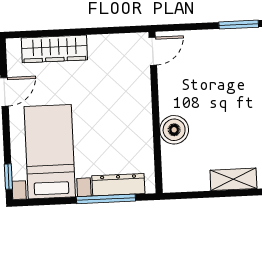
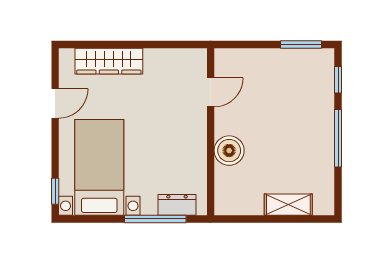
door: (153, 51) -> (211, 92), moved
dresser: (118, 185) -> (177, 205), width x0.70

